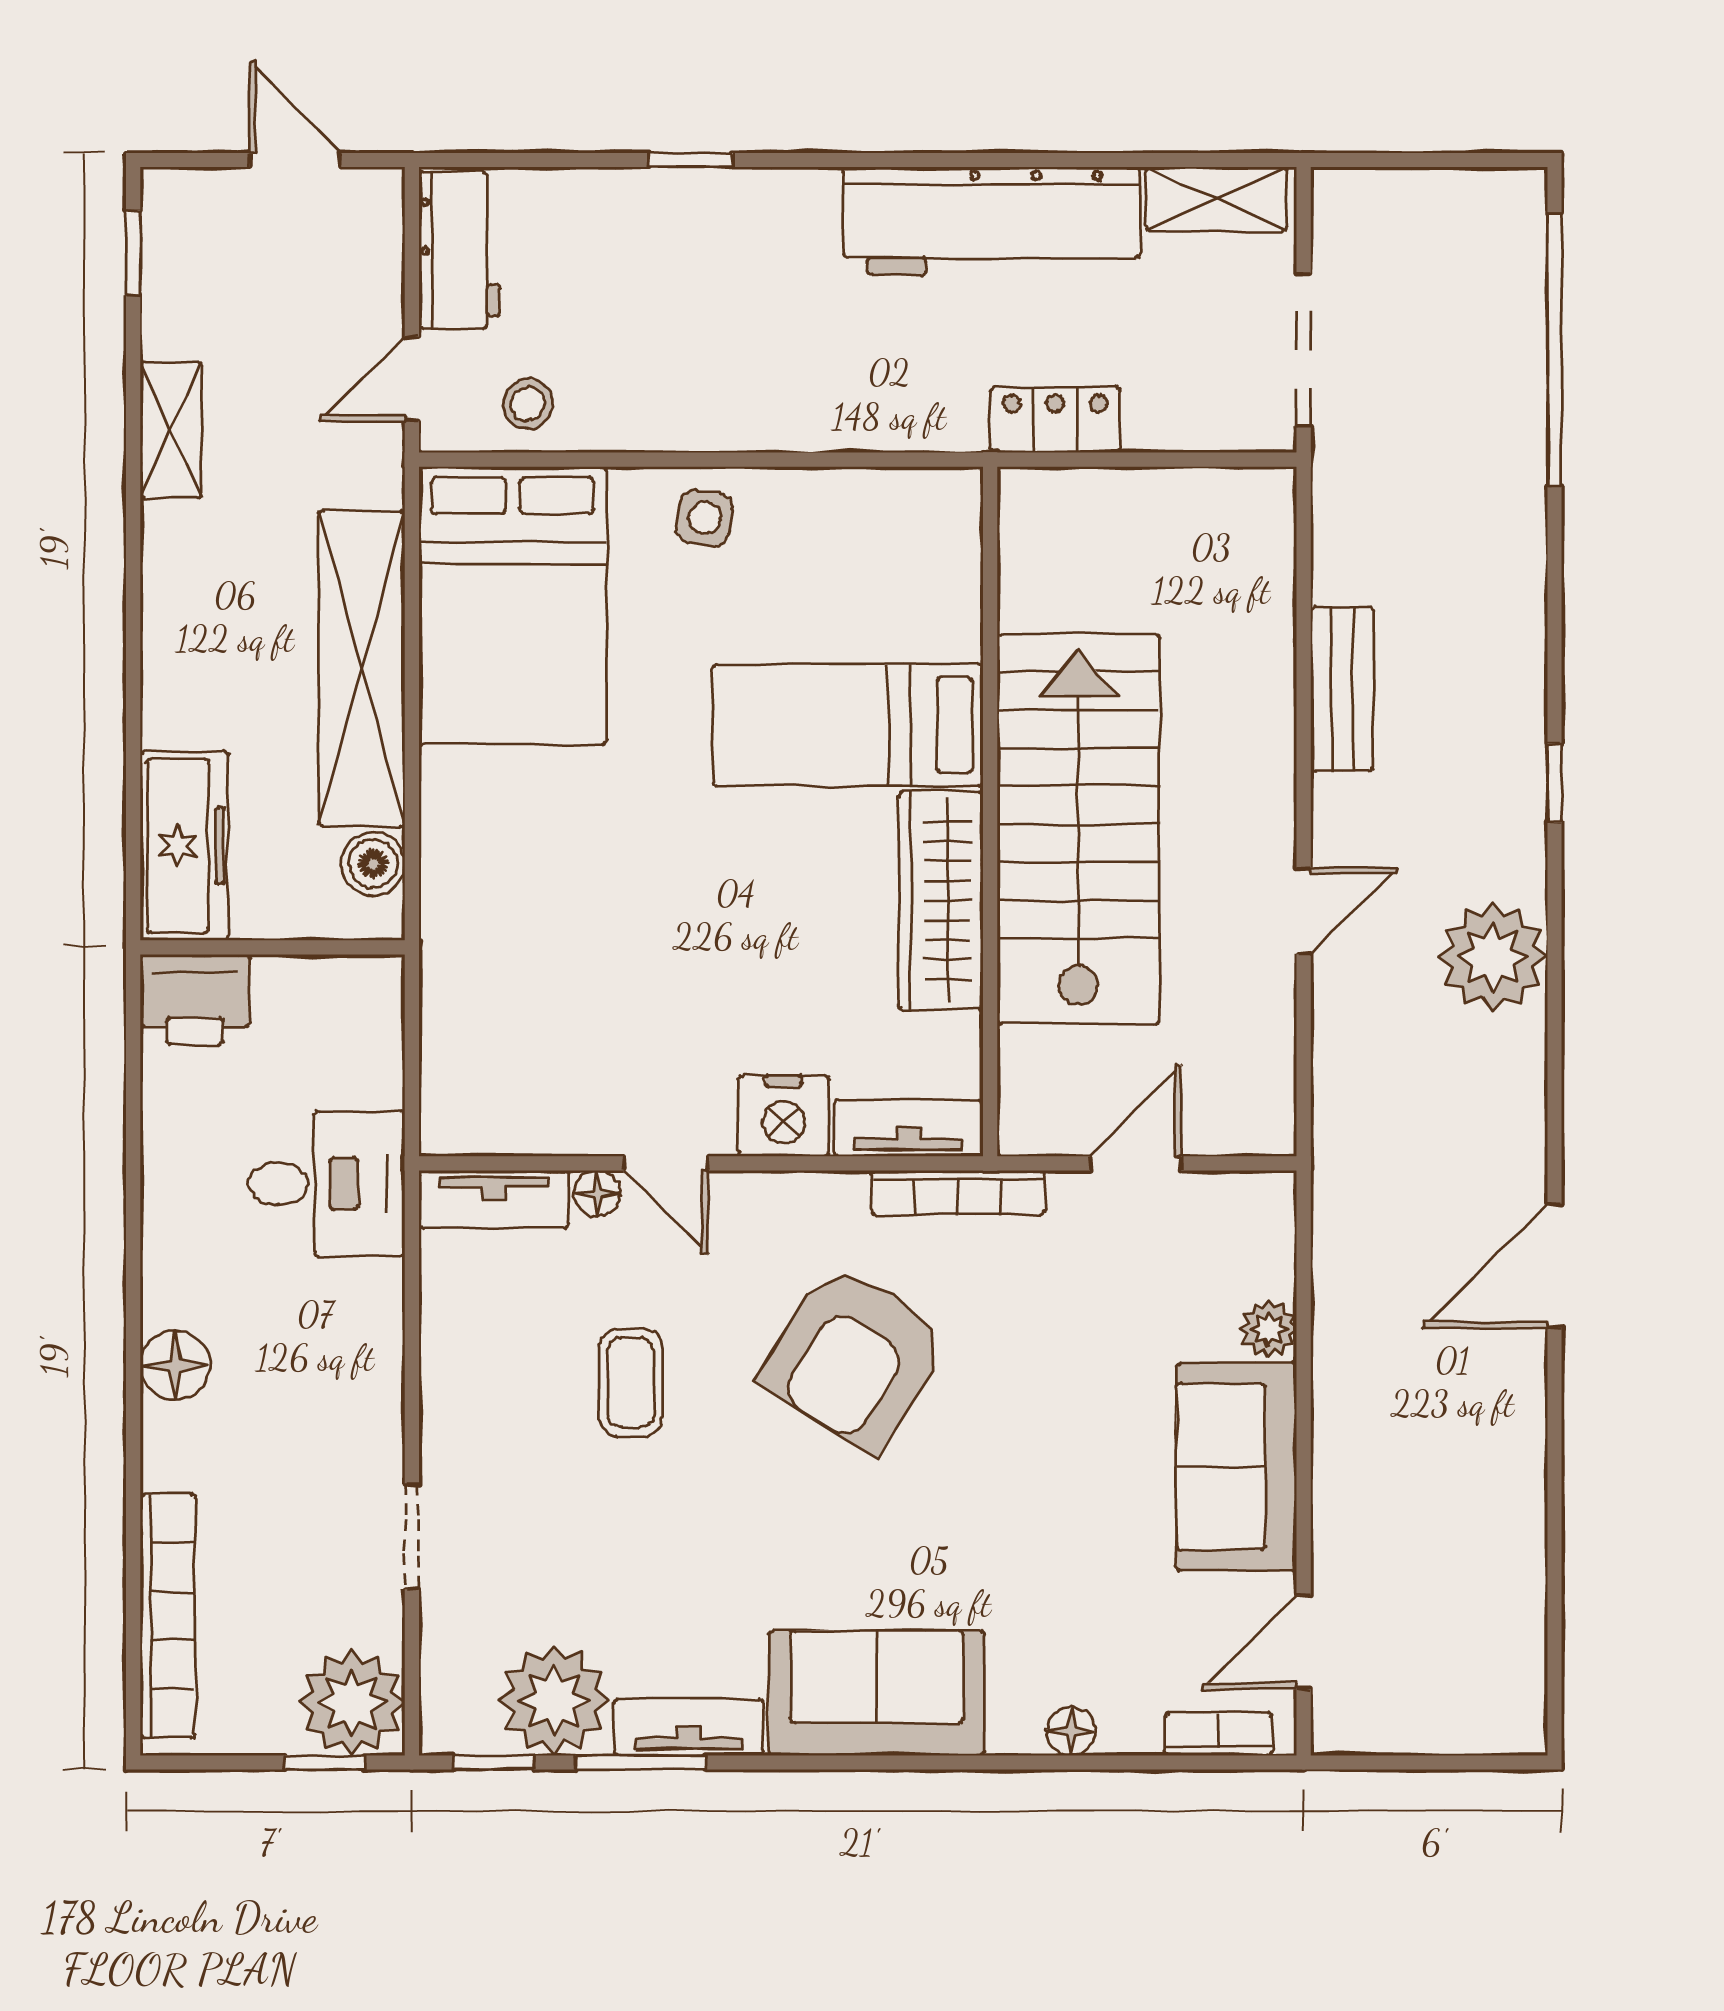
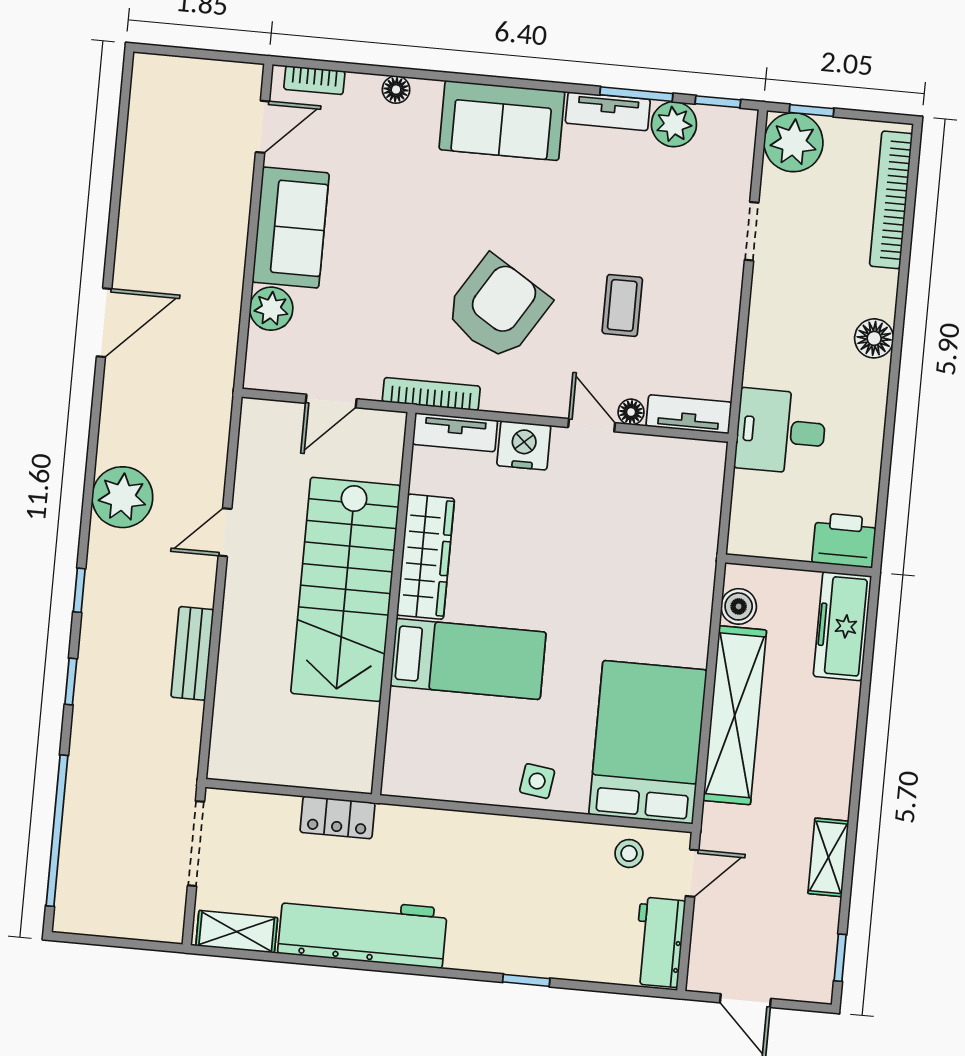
window: (1554, 619) -> (71, 682), added
plant: (1268, 1329) -> (271, 309), width x1.38, depth x1.38
plant: (554, 1700) -> (674, 124), width x0.73, depth x0.73

